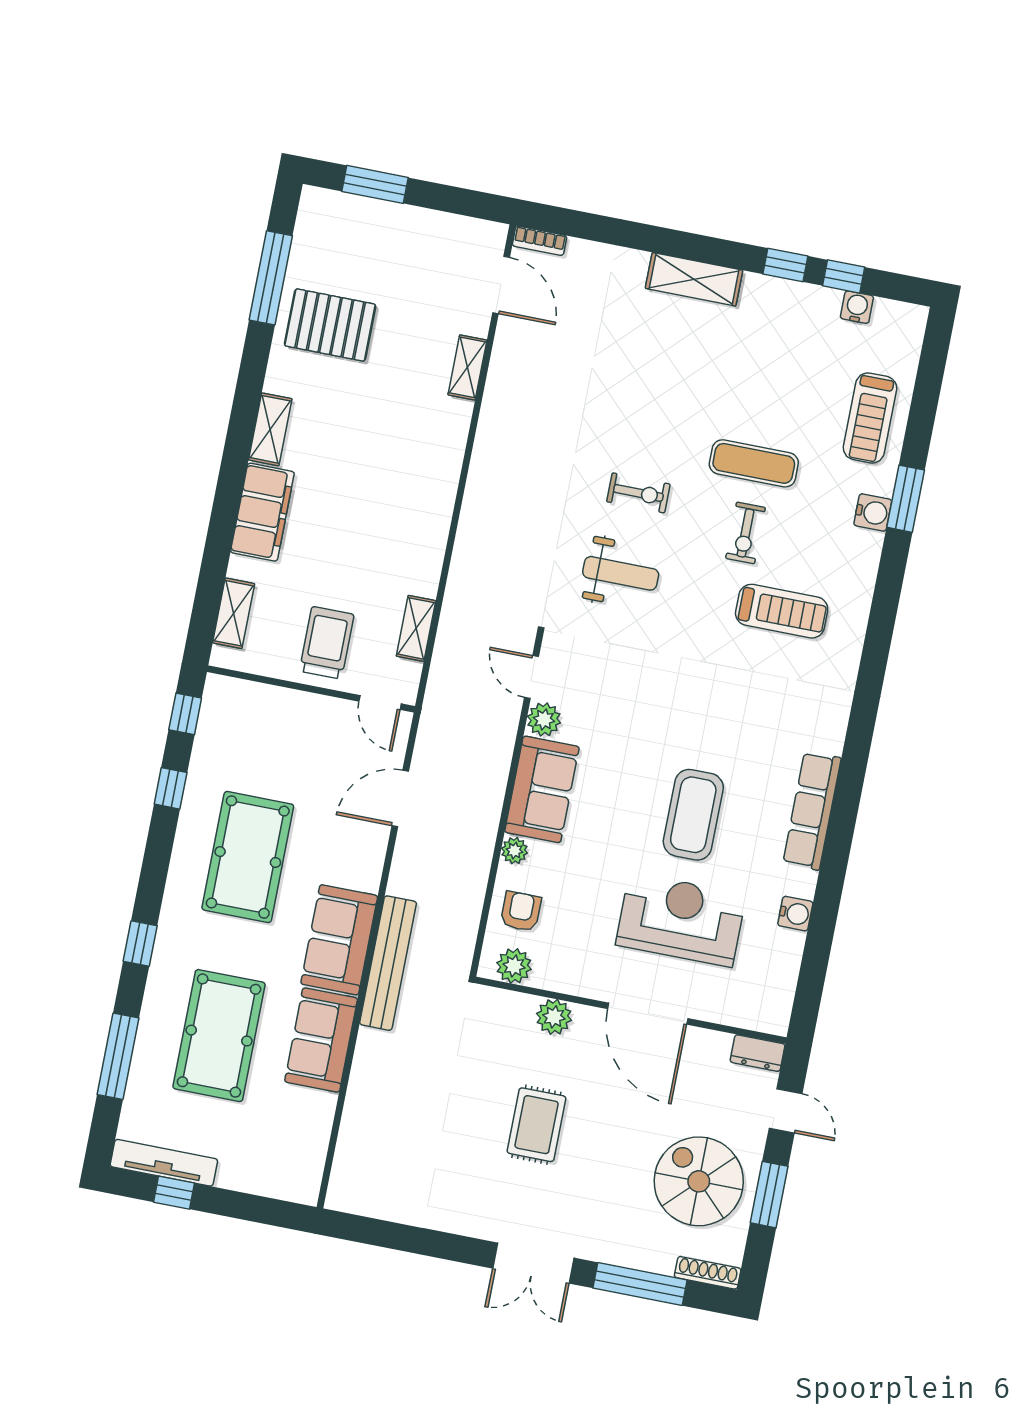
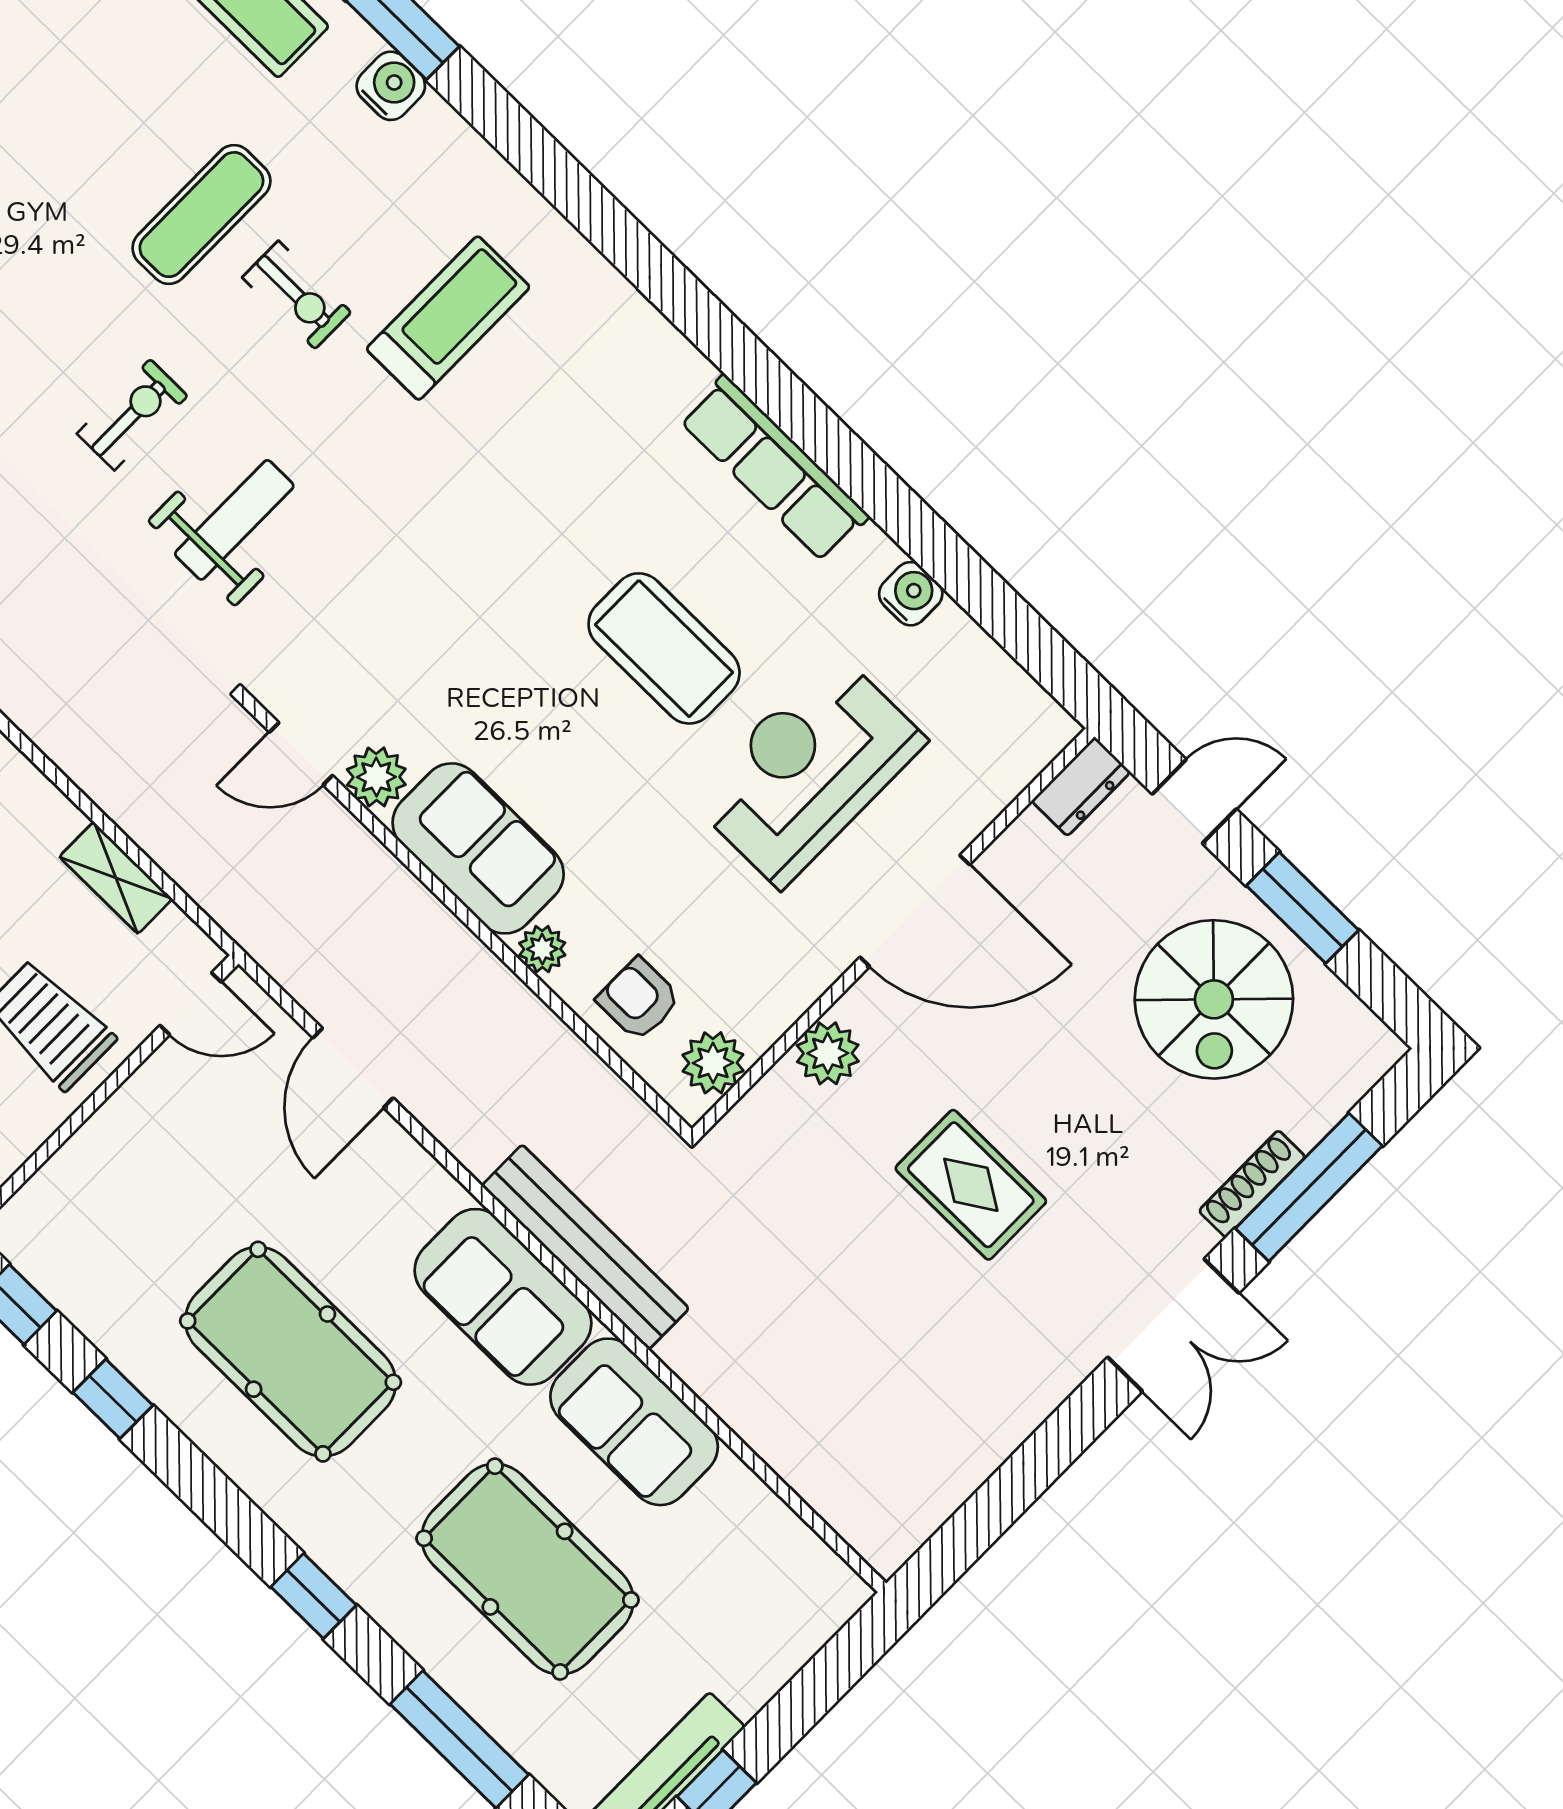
spiral stairs: (699, 1181) -> (1214, 999), turned -90
shoe rack: (708, 1273) -> (1252, 1184), moved

